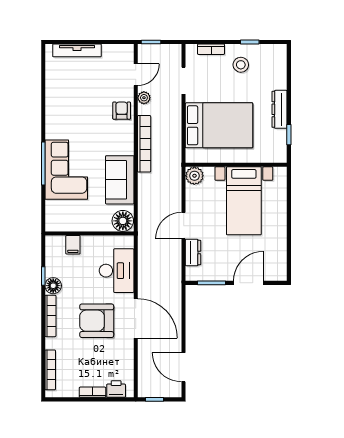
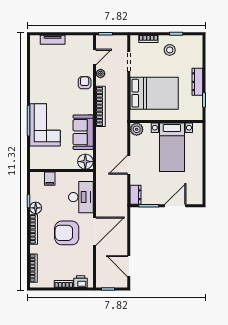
tv unit: (77, 50) -> (53, 40), width x0.71
dresser: (193, 252) -> (136, 195), moved
door: (136, 318) -> (95, 231), hinge flipped

